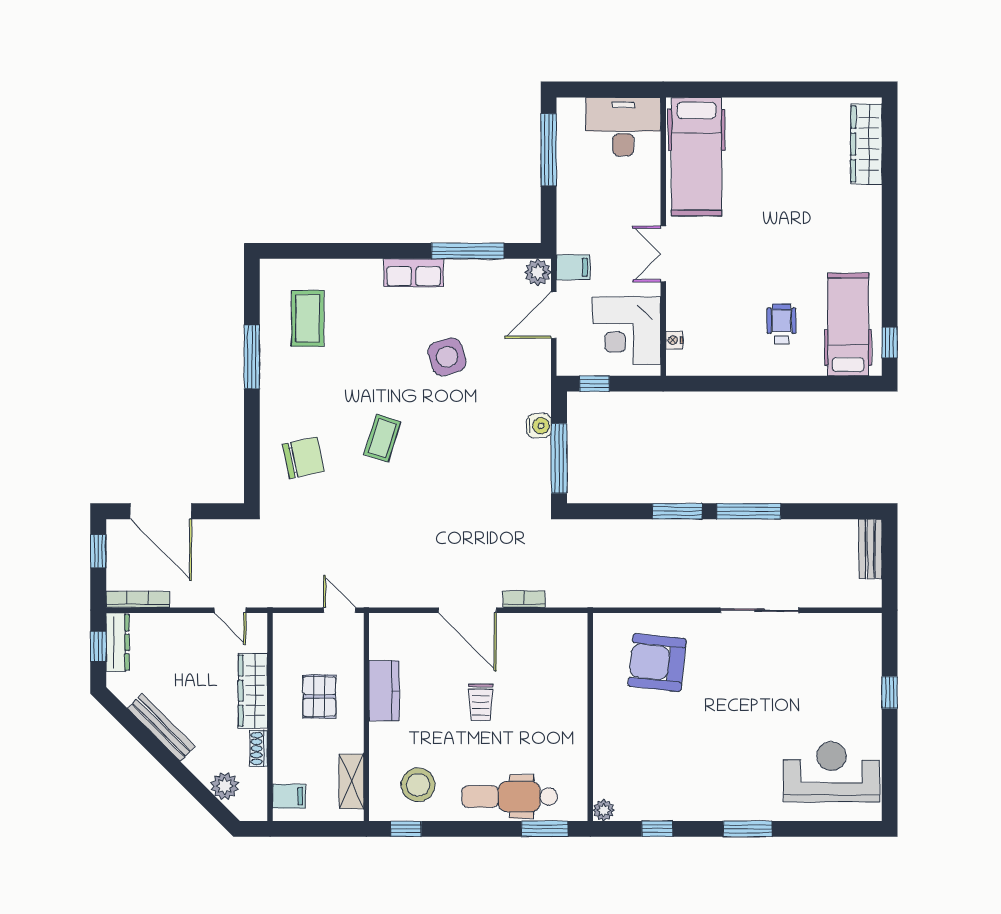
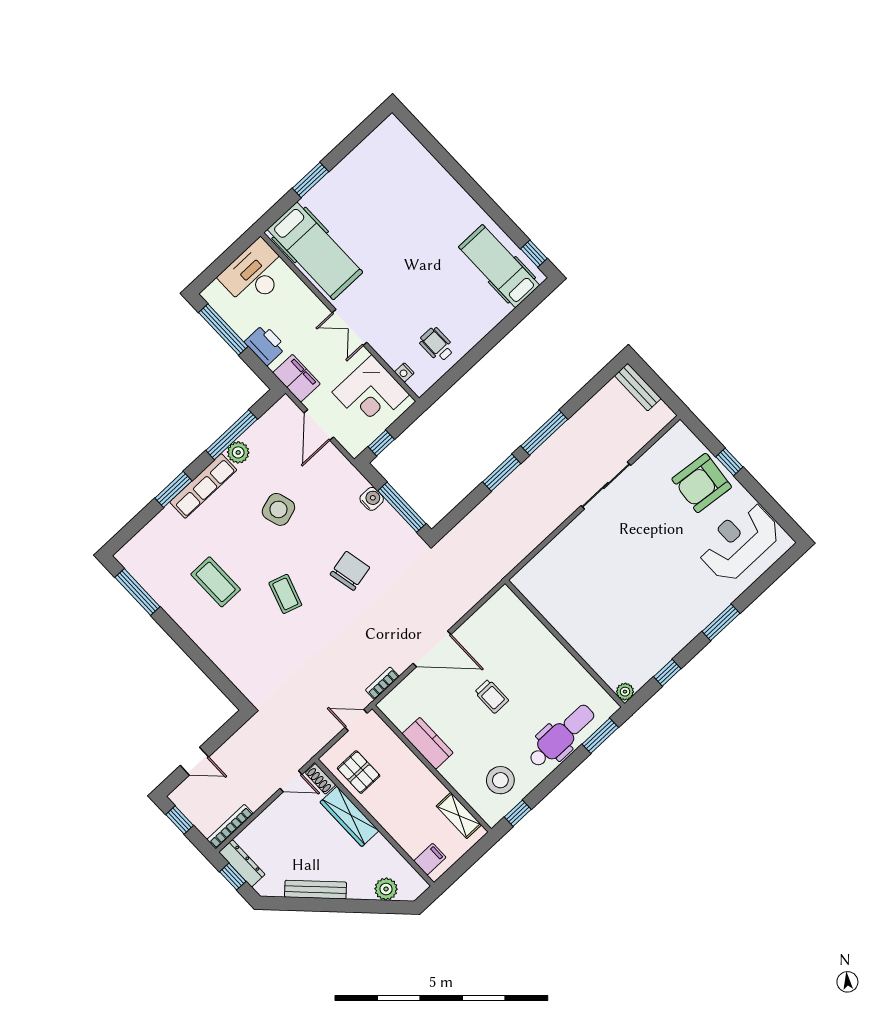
window: (752, 89) -> (311, 180), added
wardrobe: (866, 144) -> (409, 148), removed
printer: (573, 199) -> (265, 345), added
window: (370, 251) -> (173, 489), added
filing cabinet: (573, 267) -> (297, 378), width x2.00
plant: (538, 272) -> (238, 452), moved
row of seats: (414, 273) -> (203, 486), width x1.48
coffee table: (308, 318) -> (216, 582), moved
wheelchair: (781, 324) -> (437, 345), moved
window: (252, 357) -> (137, 592), moved
chair: (303, 458) -> (350, 571), moved
door: (161, 511) -> (194, 761), width x0.53
bookcase: (524, 599) -> (382, 683), moved
armchair: (657, 662) -> (702, 483), moved
pallet: (319, 697) -> (359, 772), moved
shoe rack: (259, 748) -> (321, 779), moved
dental chair: (510, 796) -> (561, 736), turned 180

